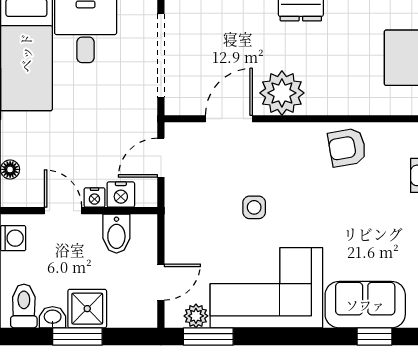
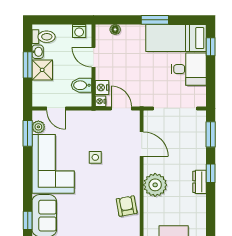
plant: (282, 93) -> (155, 185), moved
nightstand: (94, 197) -> (100, 101), moved
door: (63, 211) -> (94, 57), swing flipped

